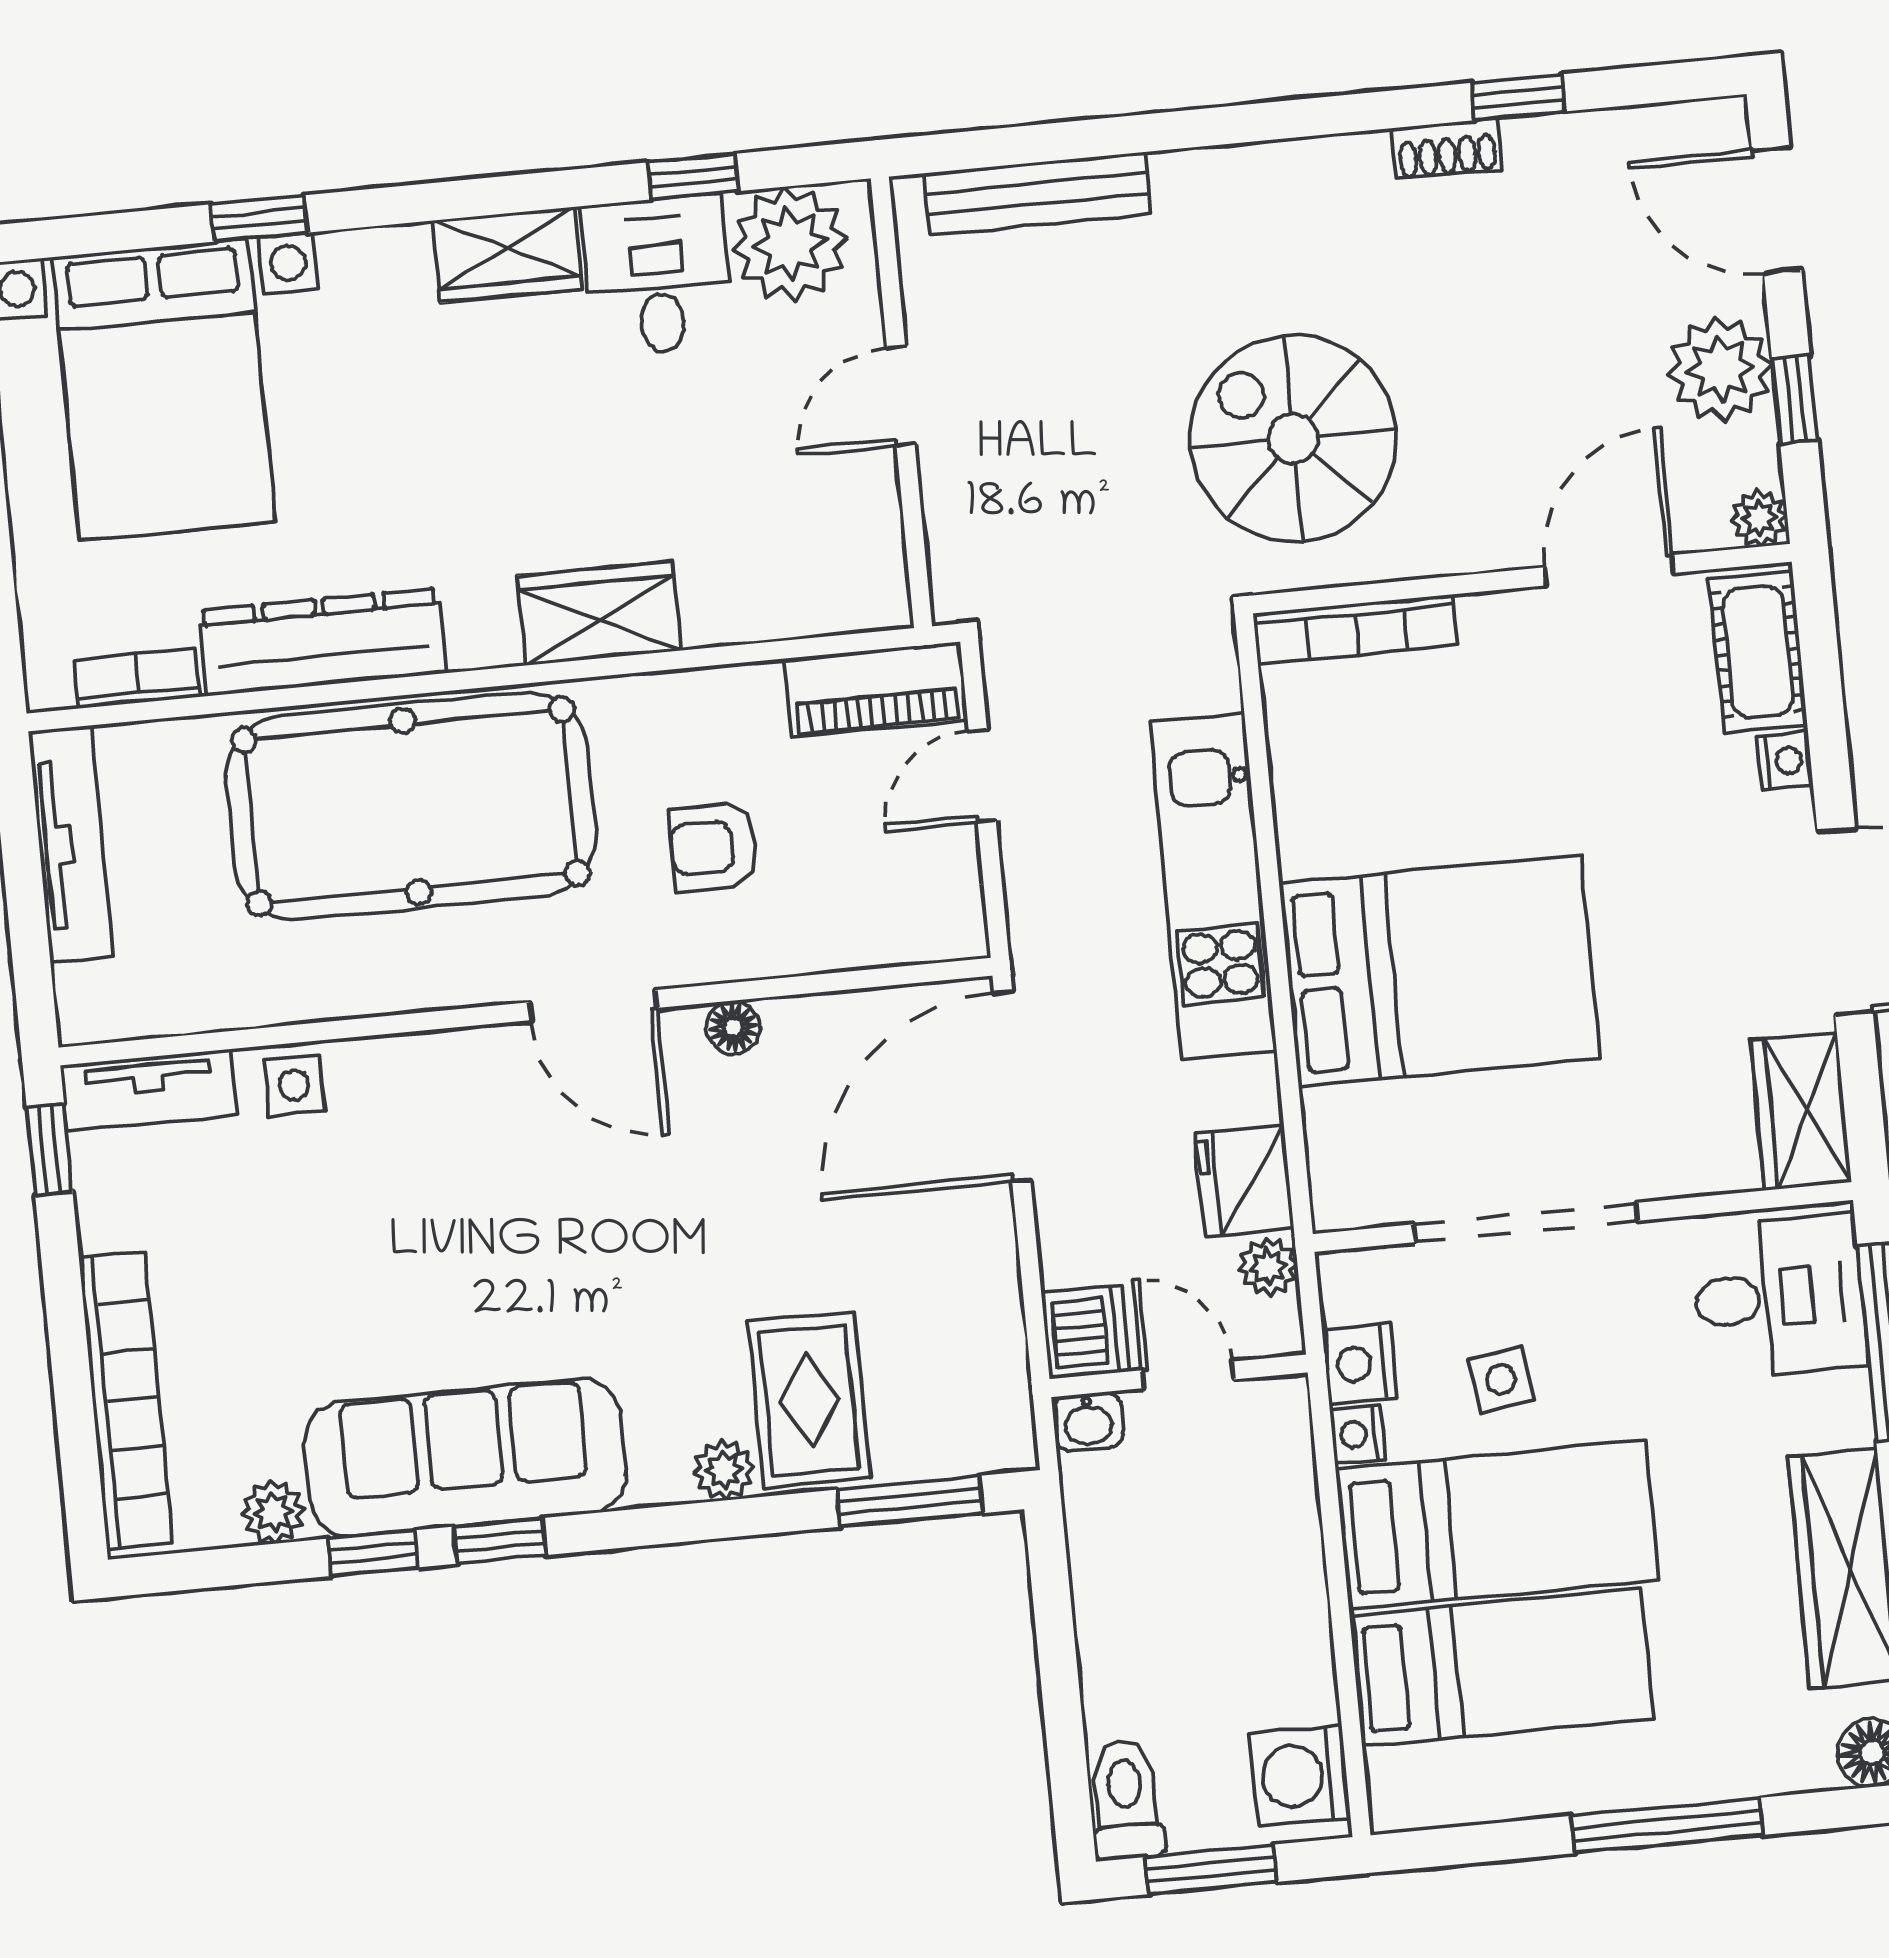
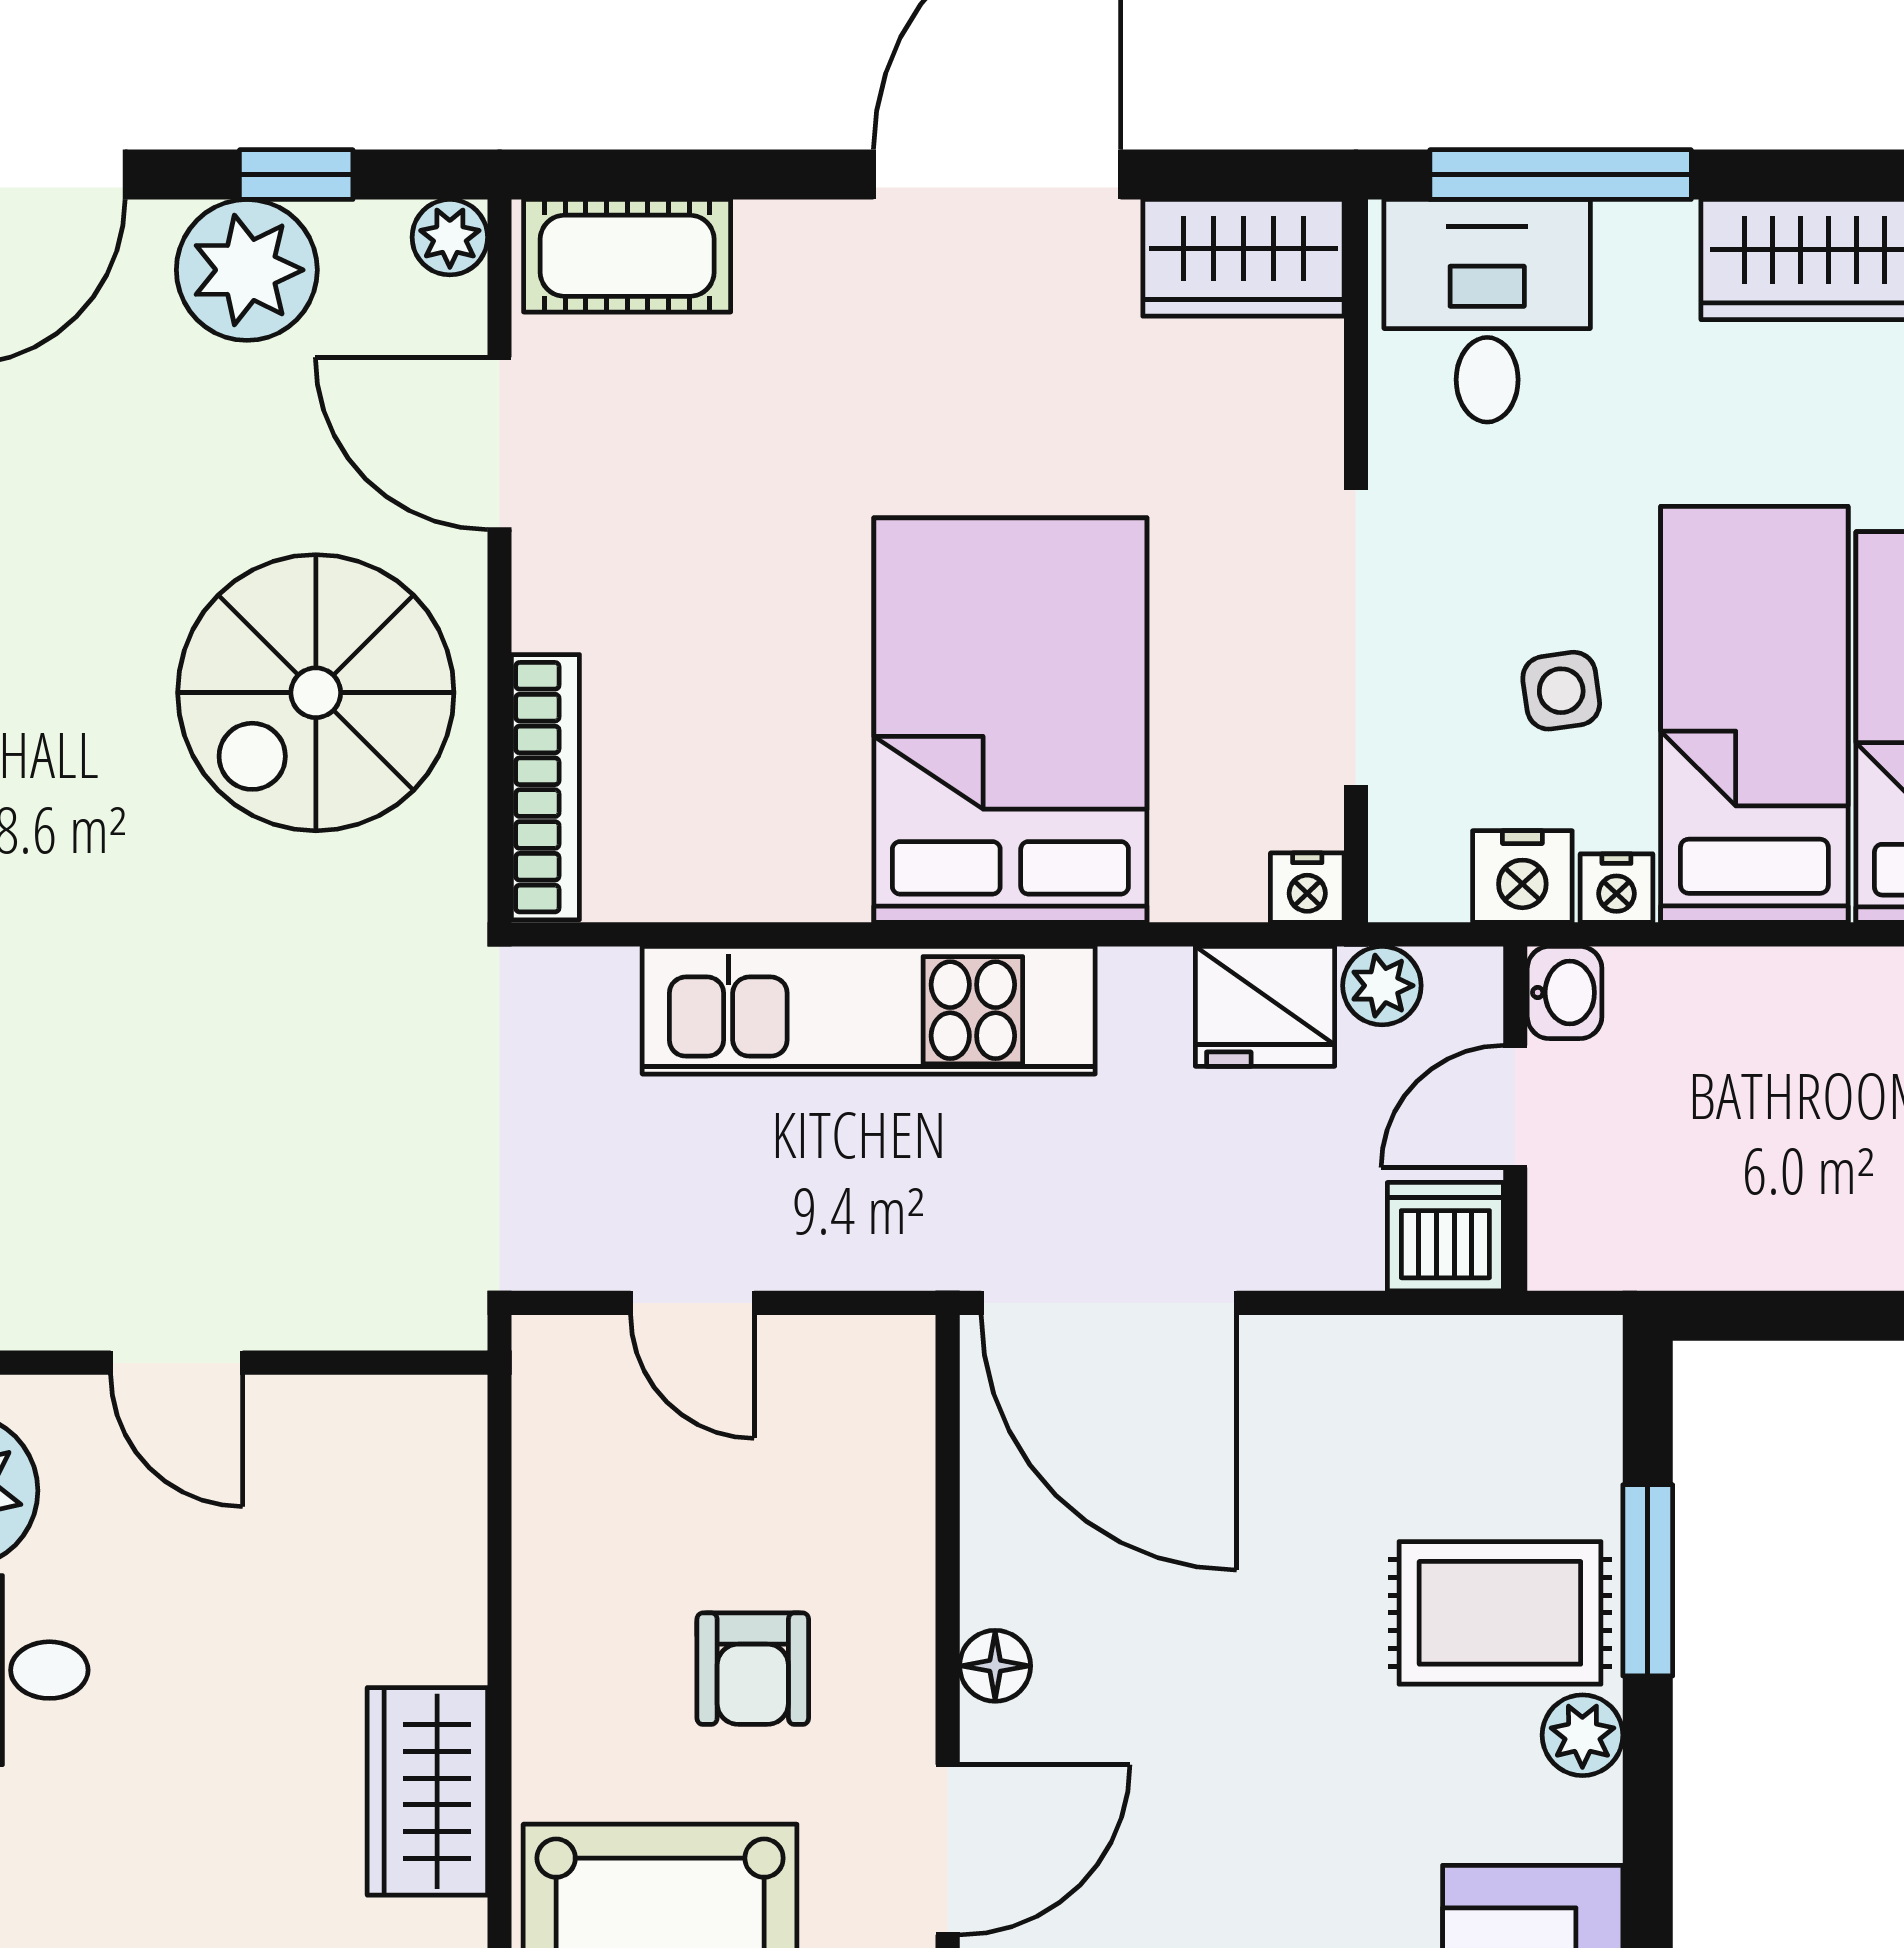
spiral stairs: (1293, 438) -> (316, 693), moved
piano: (876, 690) -> (565, 1433), removed
nightstand: (1785, 761) -> (1307, 888), moved, turned 180
washbasin: (1088, 1422) -> (1565, 993), moved
window: (910, 1501) -> (1648, 1580), moved

